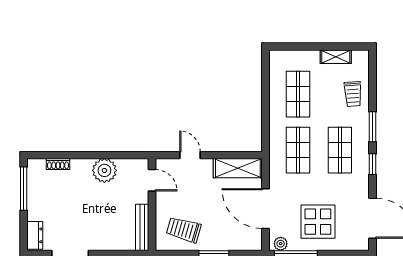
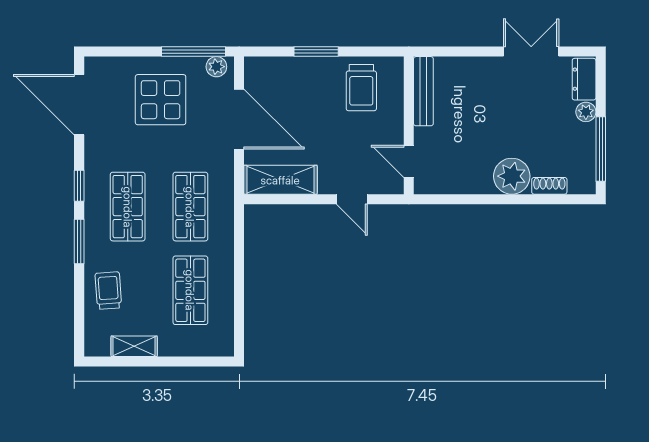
plant: (104, 170) -> (512, 176), moved
plant: (34, 213) -> (586, 112), added
trolley: (184, 230) -> (361, 88), turned 74

